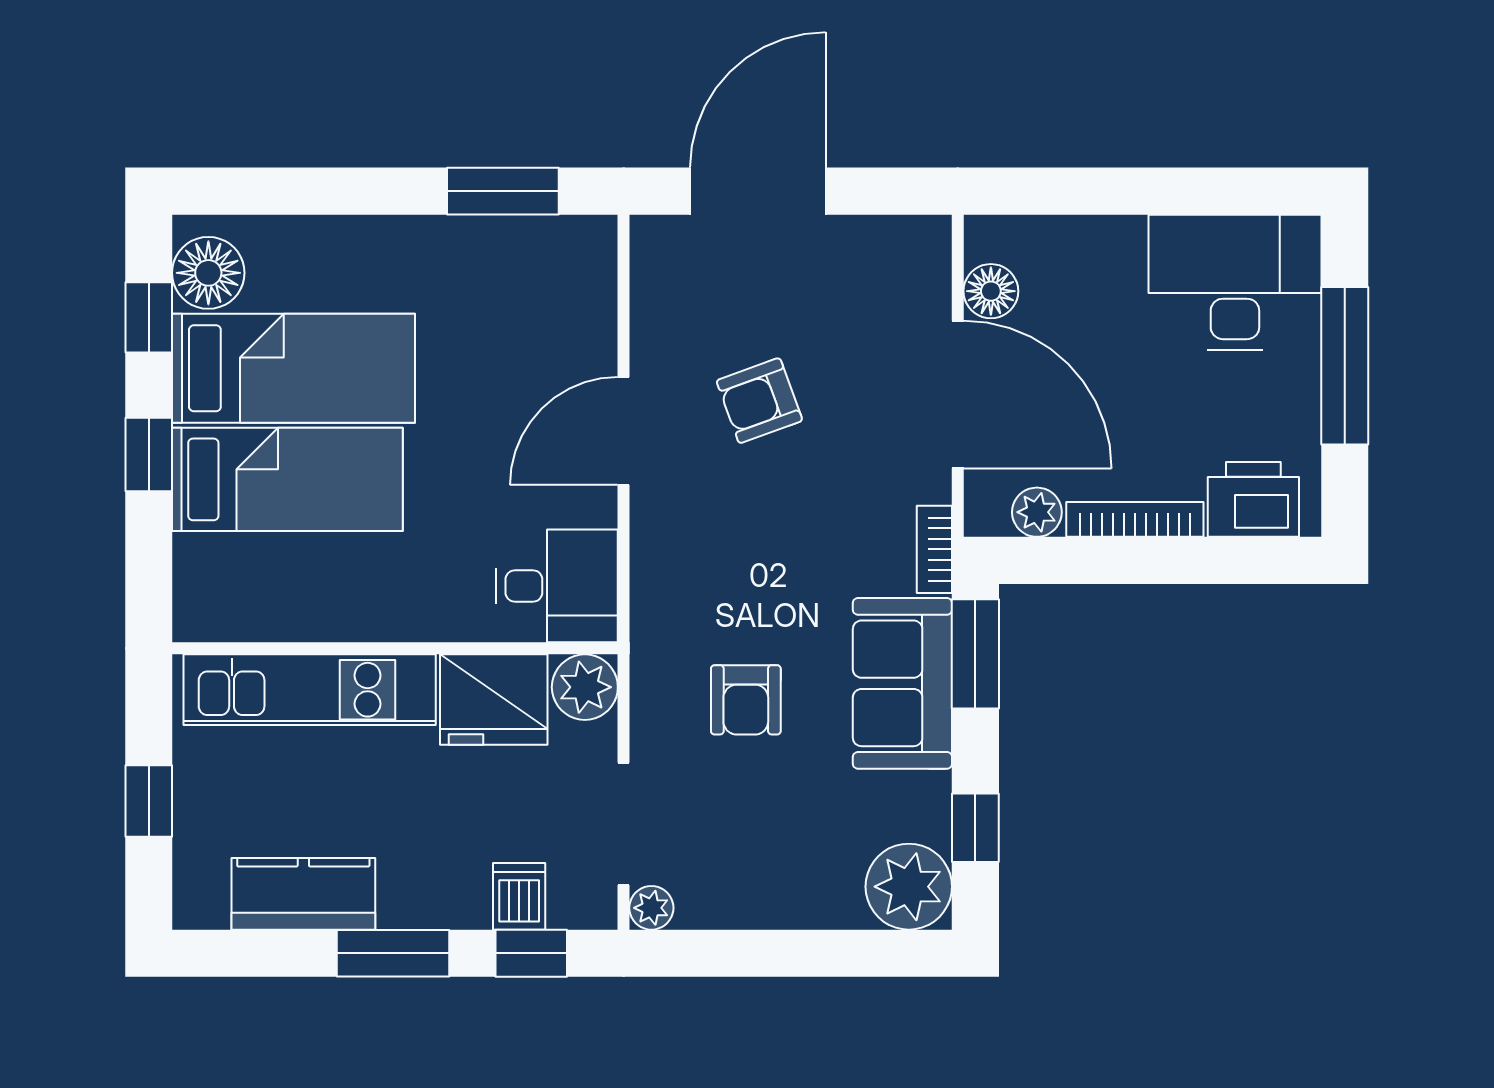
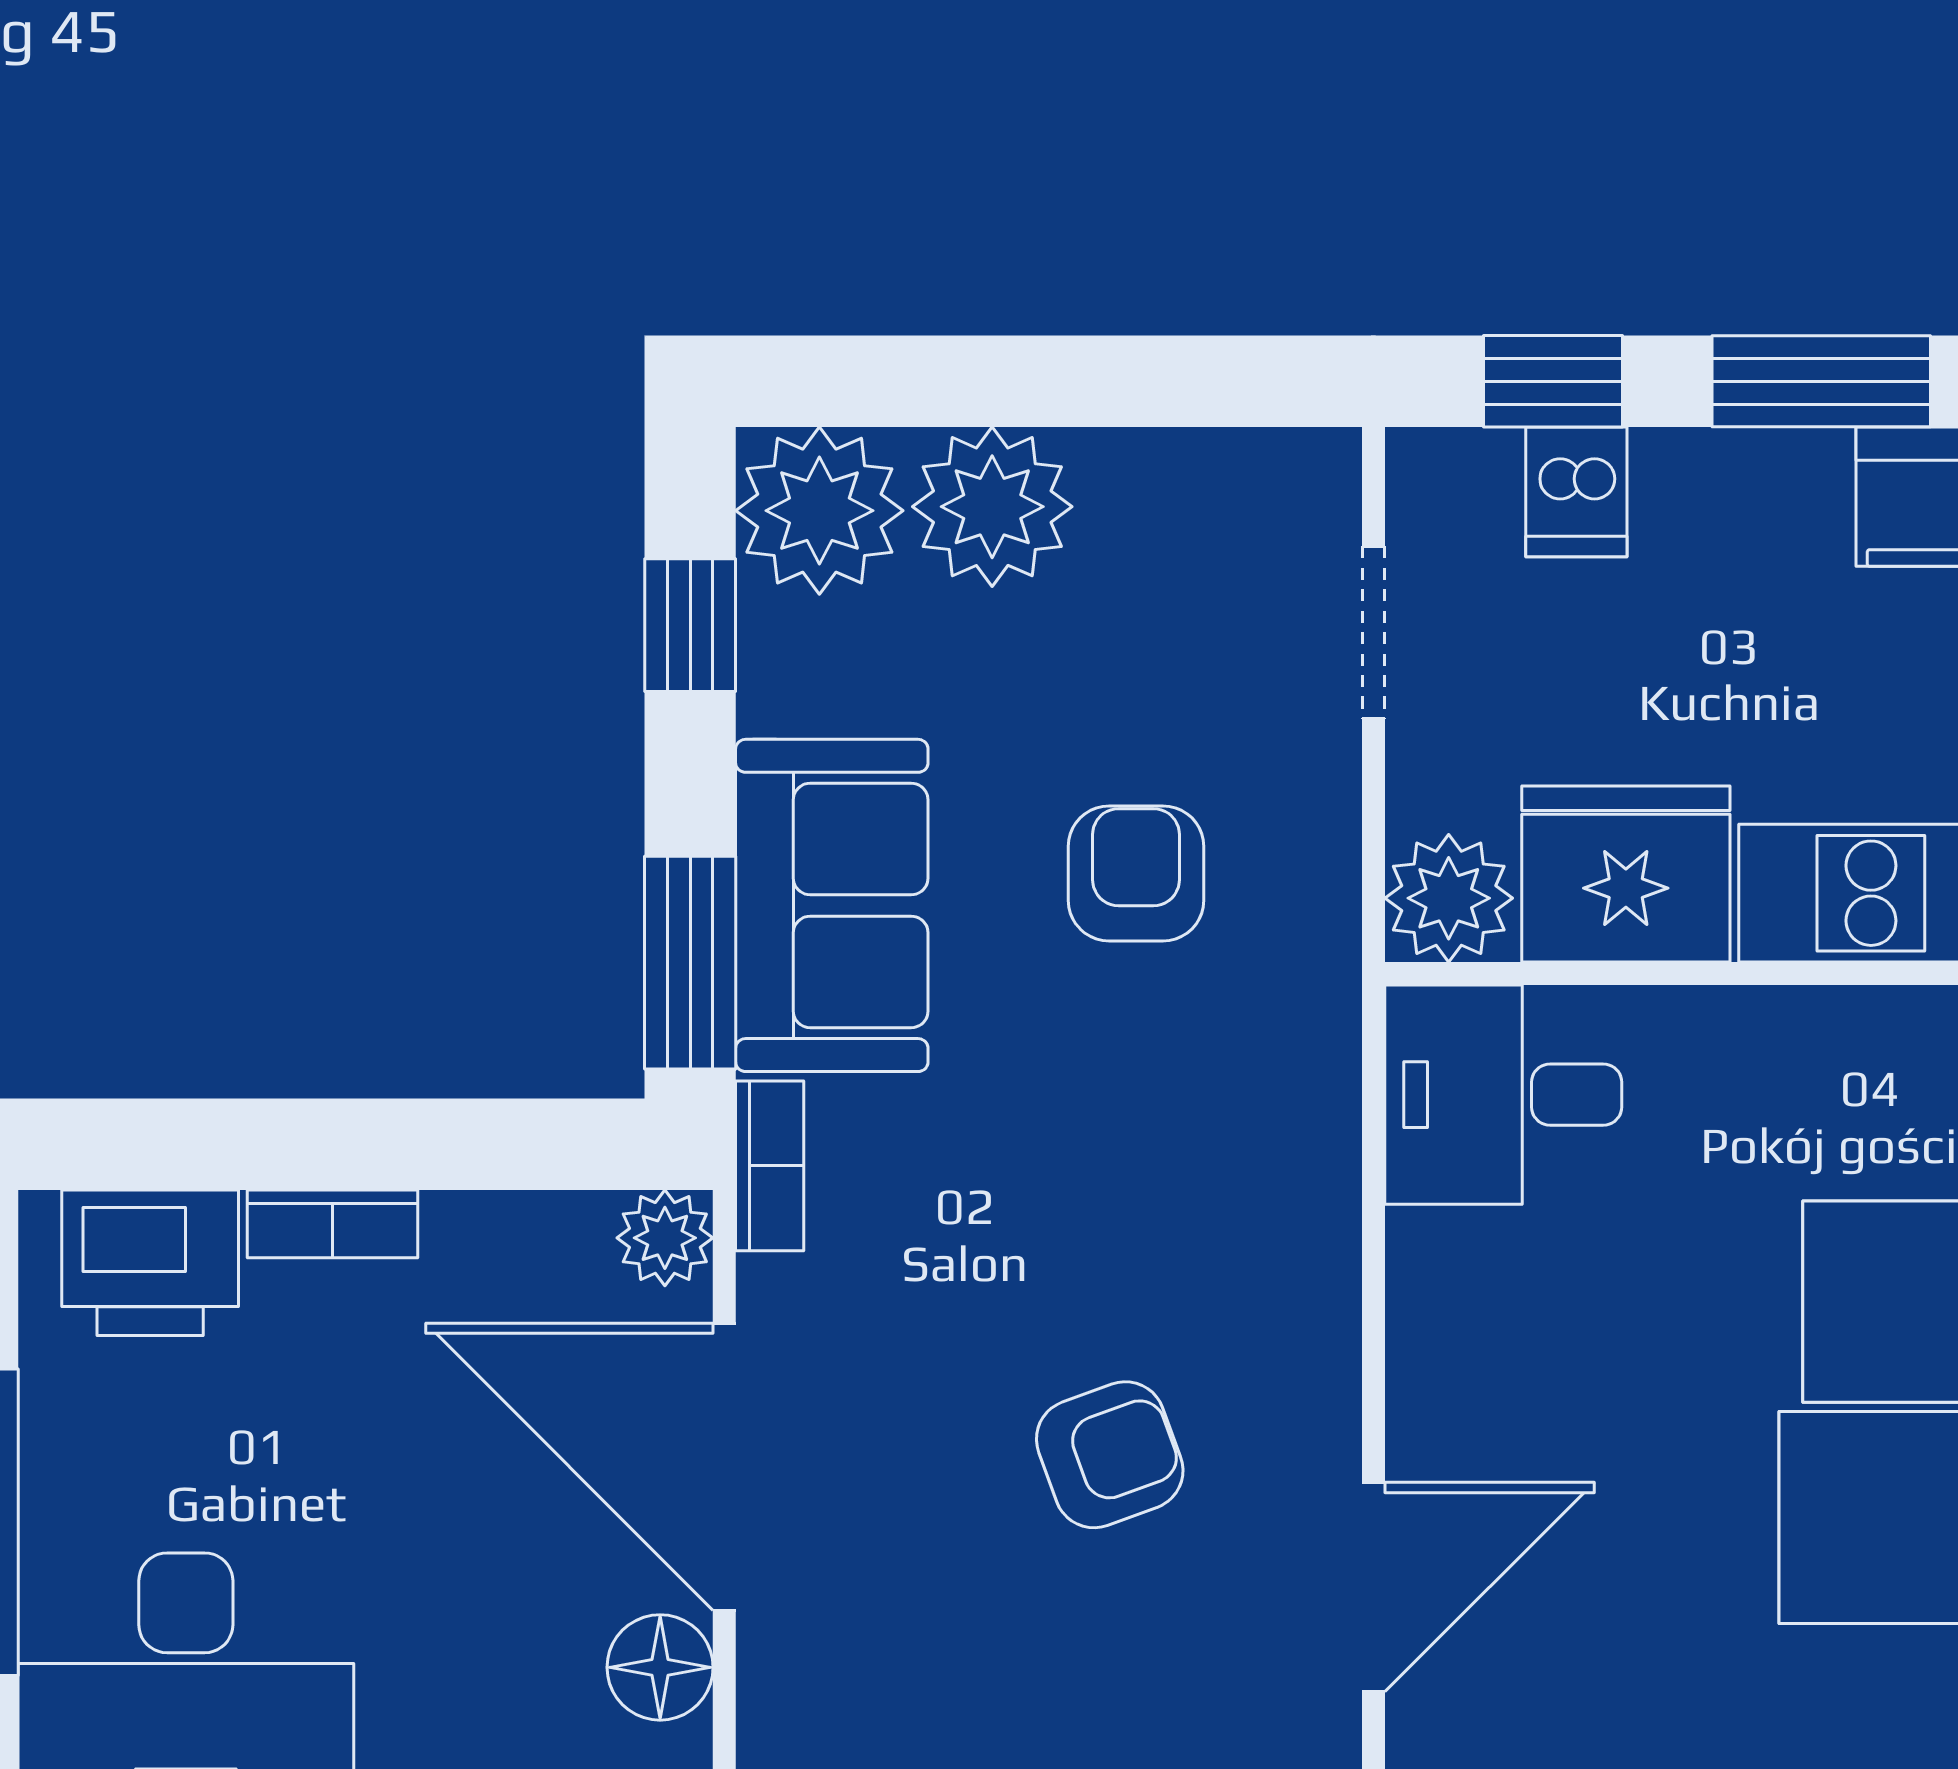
door: (624, 431) -> (1373, 1587), moved
plant: (1037, 512) -> (665, 1238), moved
bookcase: (1135, 519) -> (333, 1224), width x0.64
doorway: (624, 824) -> (1373, 632), width x0.73
plant: (651, 908) -> (992, 507), moved, width x1.88, depth x1.88

